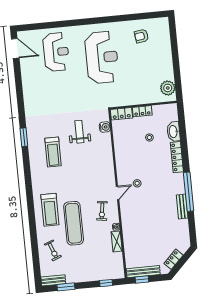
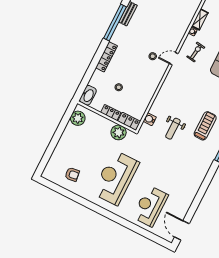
plant: (124, 98) -> (119, 132), added
washbasin: (173, 132) -> (88, 95), moved

